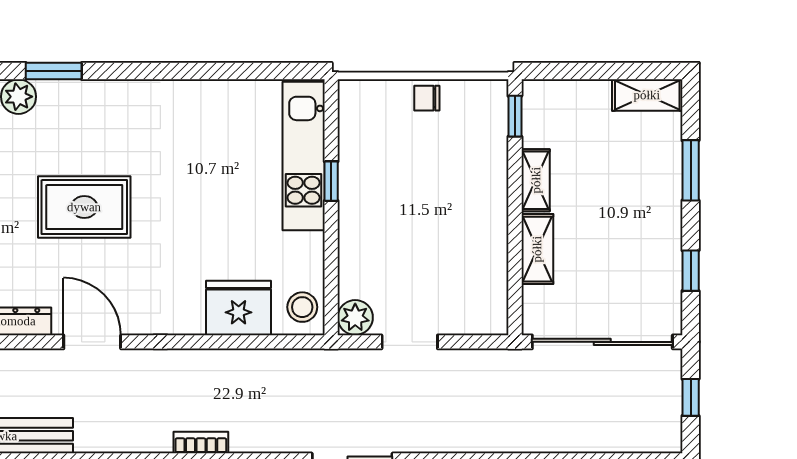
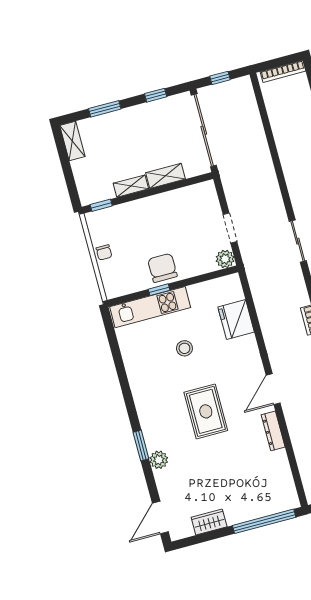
chair: (370, 198) -> (162, 268), added
stool: (302, 307) -> (184, 348), moved

